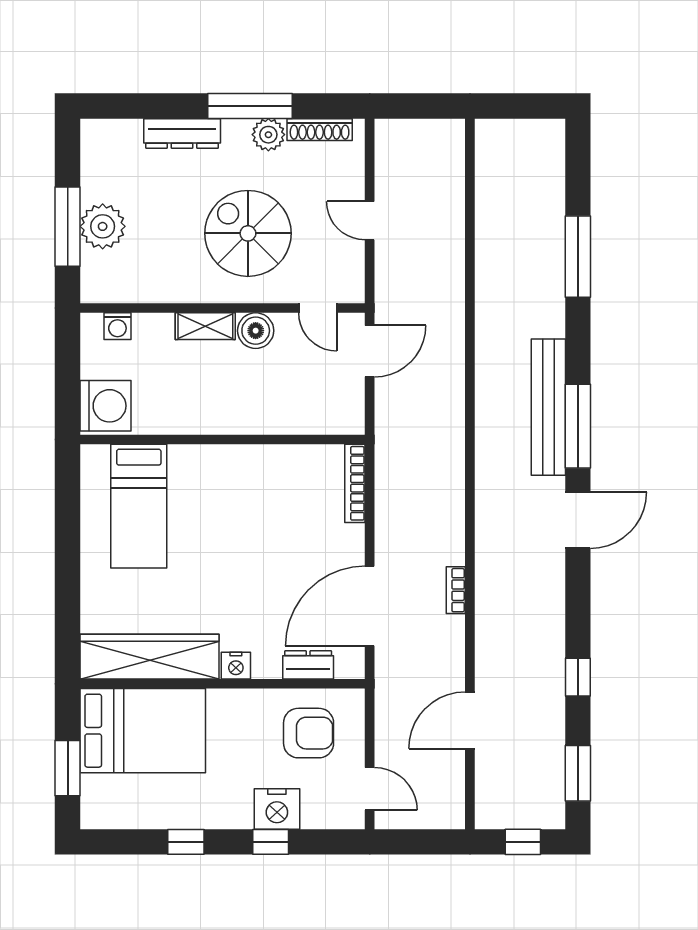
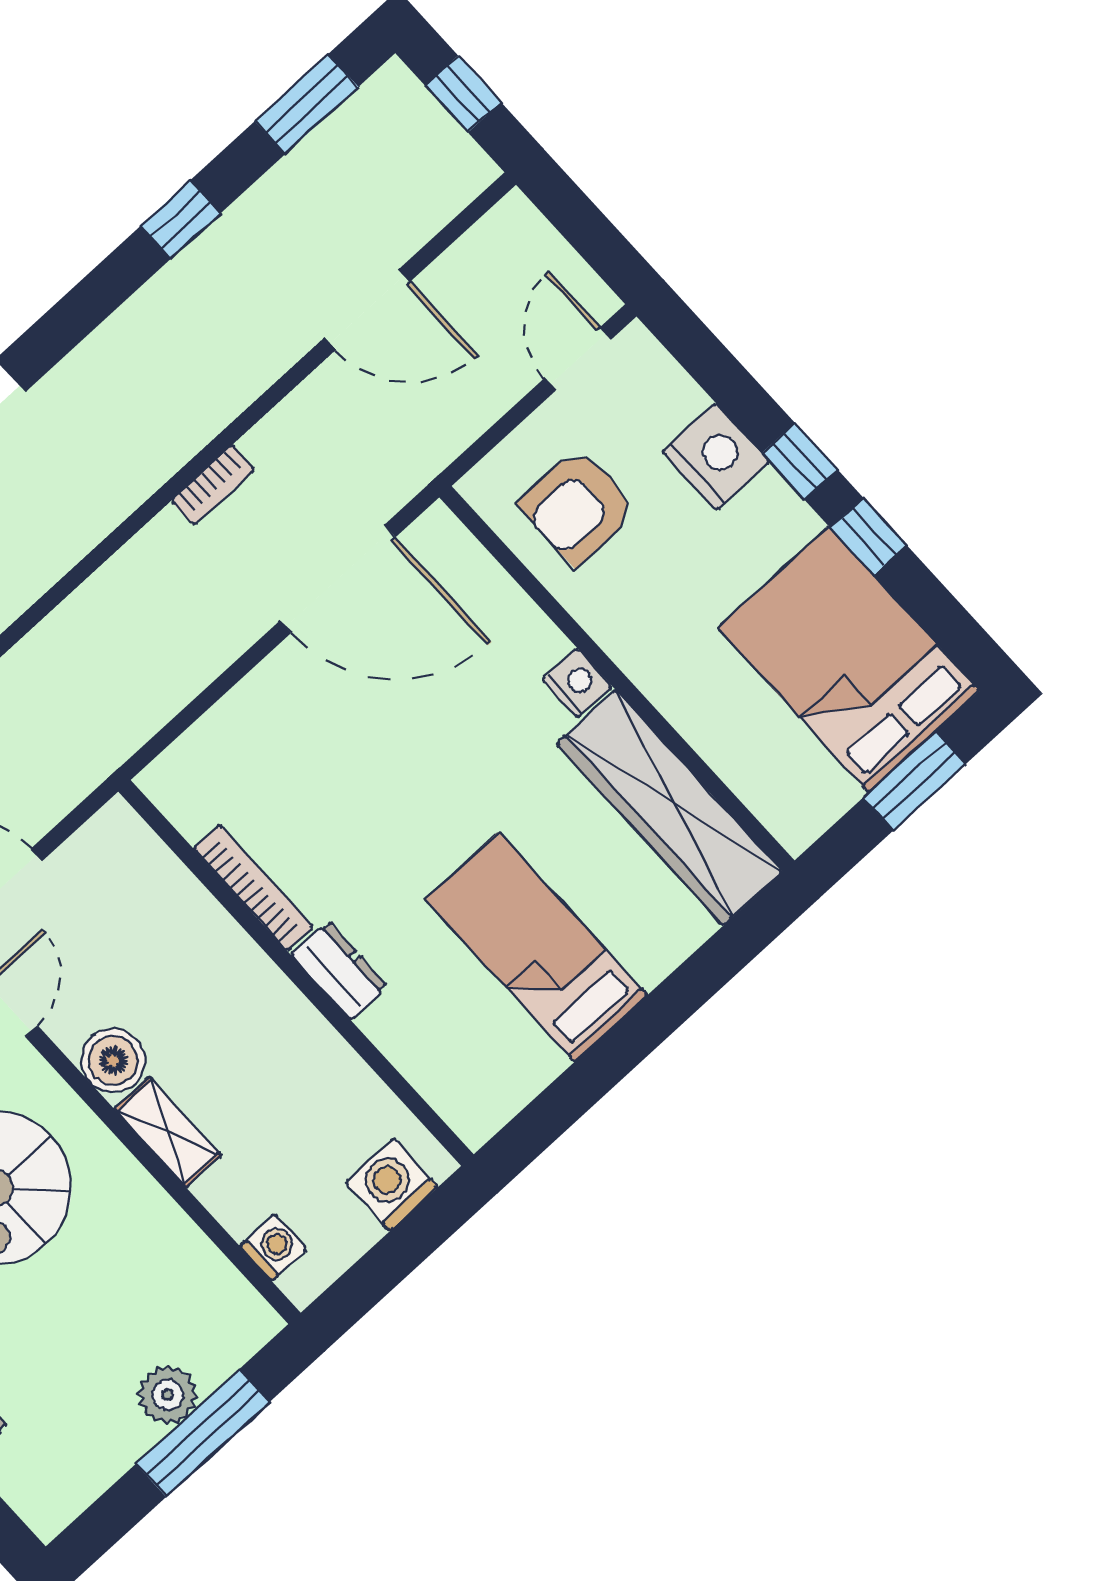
plant: (103, 226) -> (168, 1395), width x0.73, depth x0.73
washing machine: (105, 406) -> (392, 1185), width x0.73, depth x0.73
bookcase: (355, 483) -> (253, 888), moved, turned -90
bed: (139, 506) -> (536, 947), moved, turned -90
dresser: (308, 665) -> (339, 971), moved, turned 180
bed: (143, 731) -> (849, 659), moved
armchair: (309, 733) -> (578, 506), turned -90
window: (271, 842) -> (800, 461), moved

